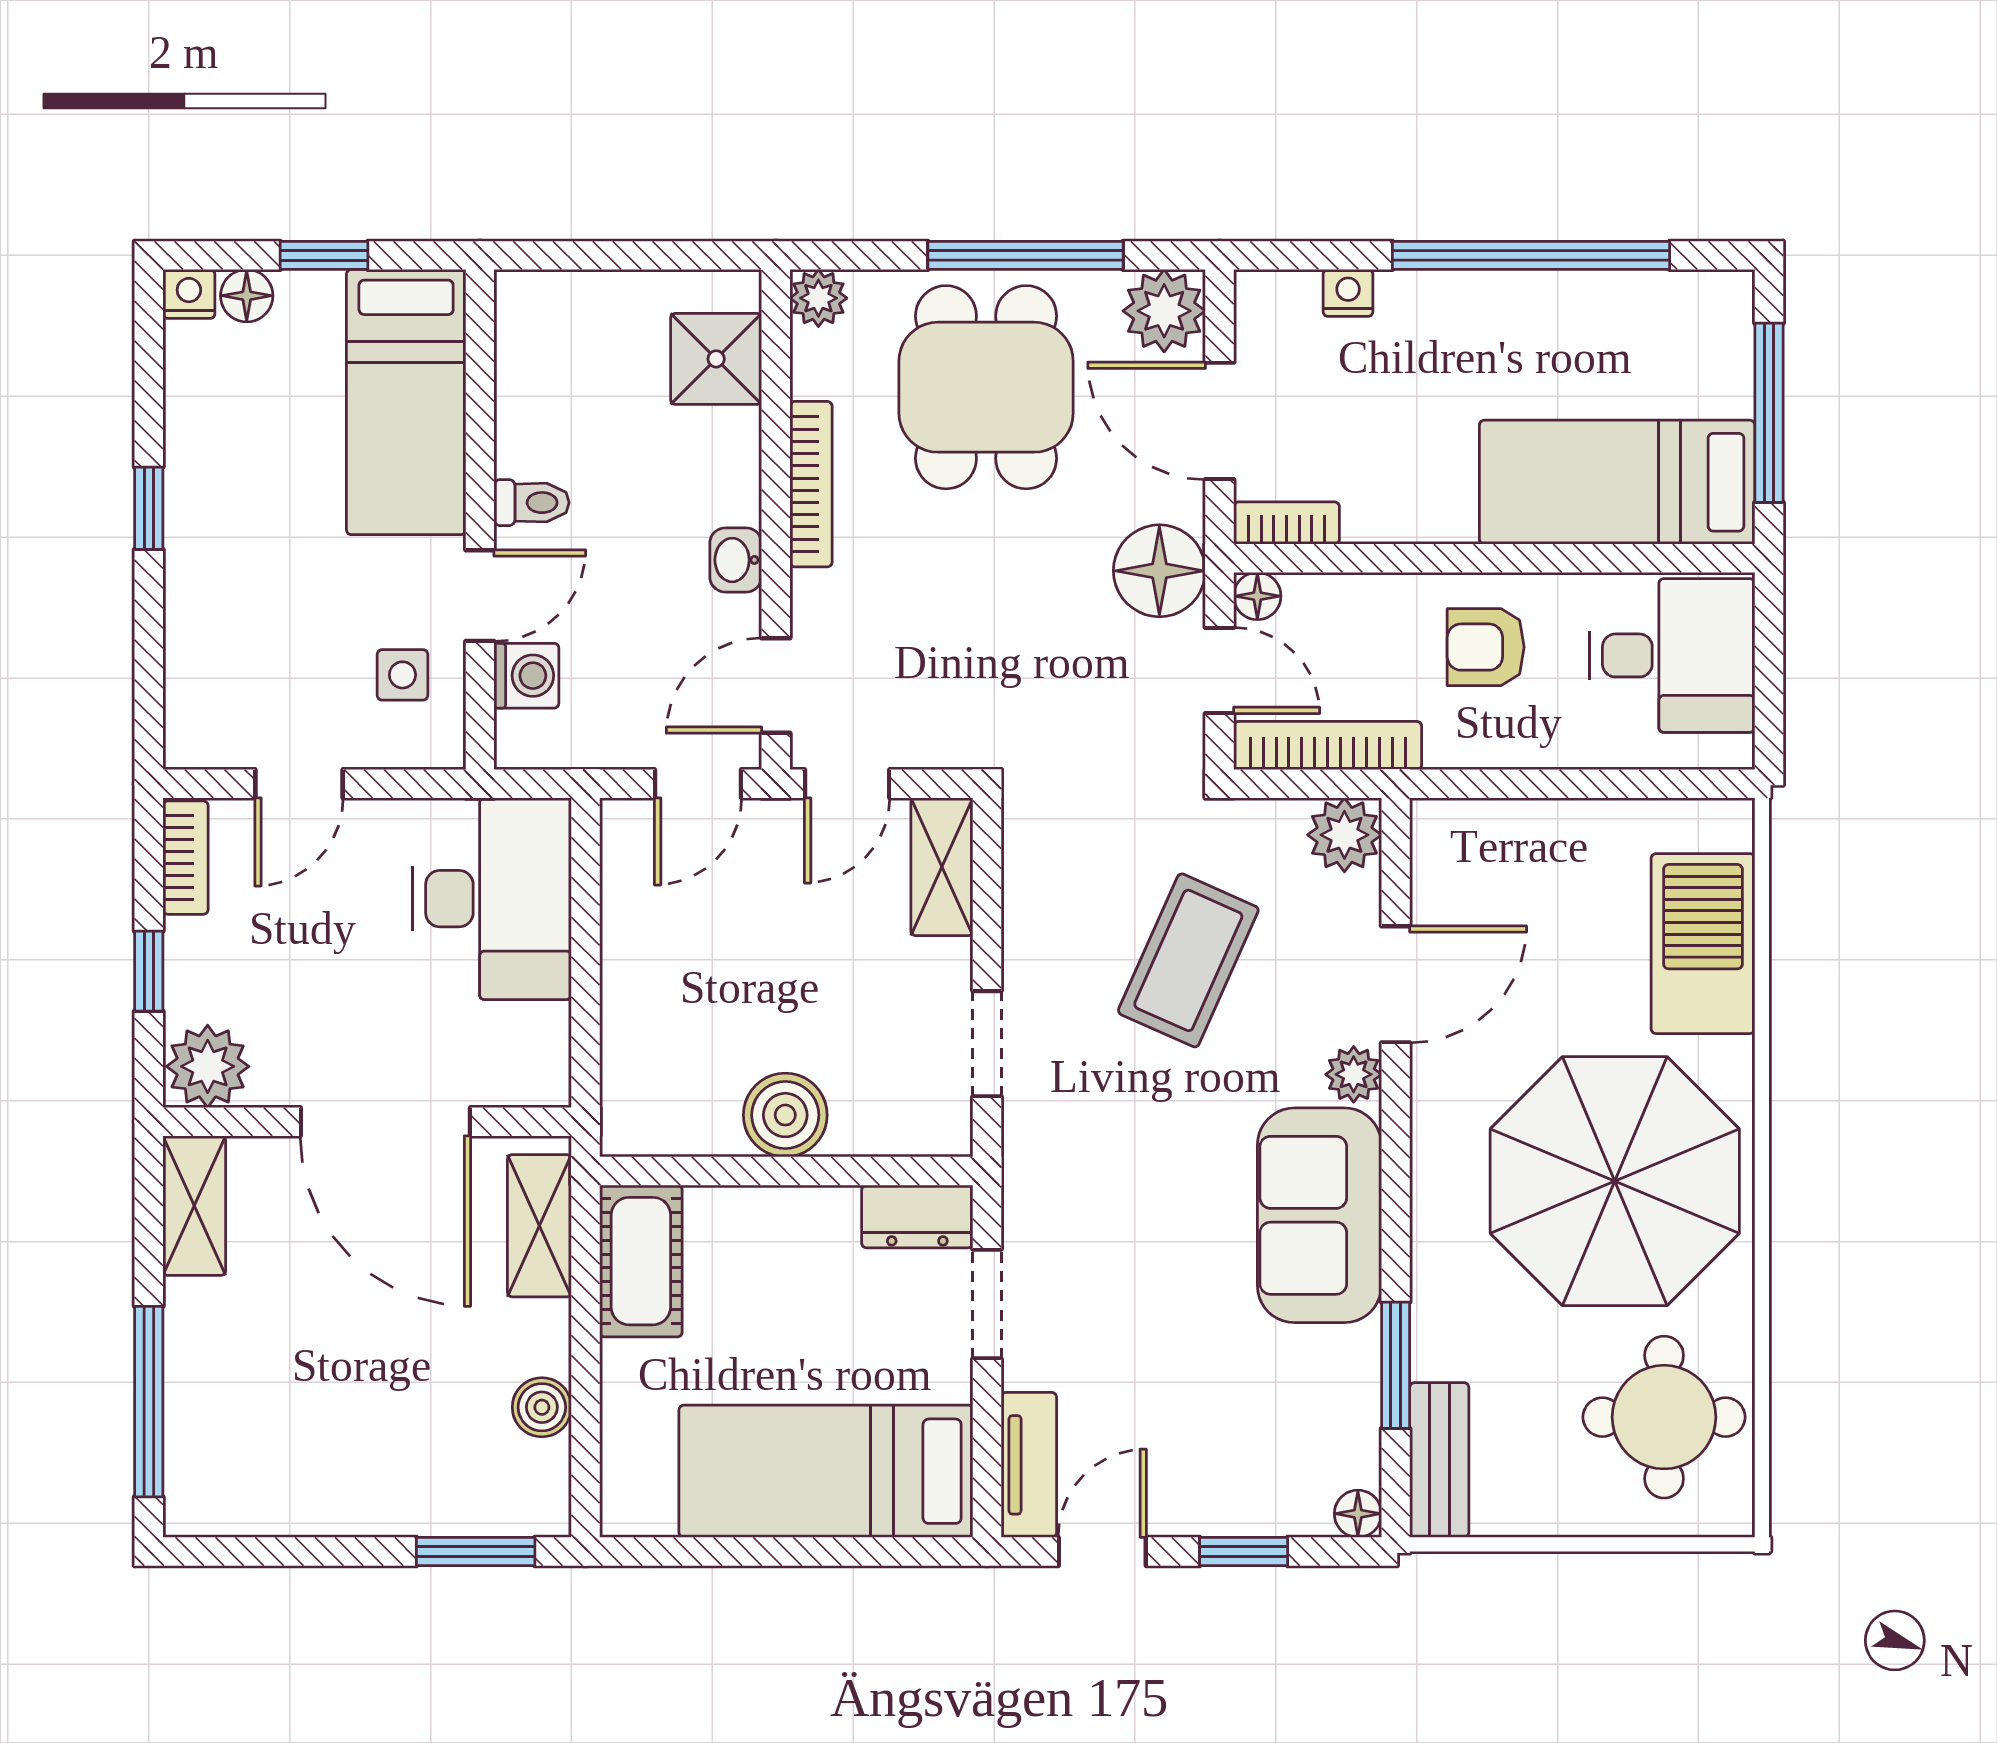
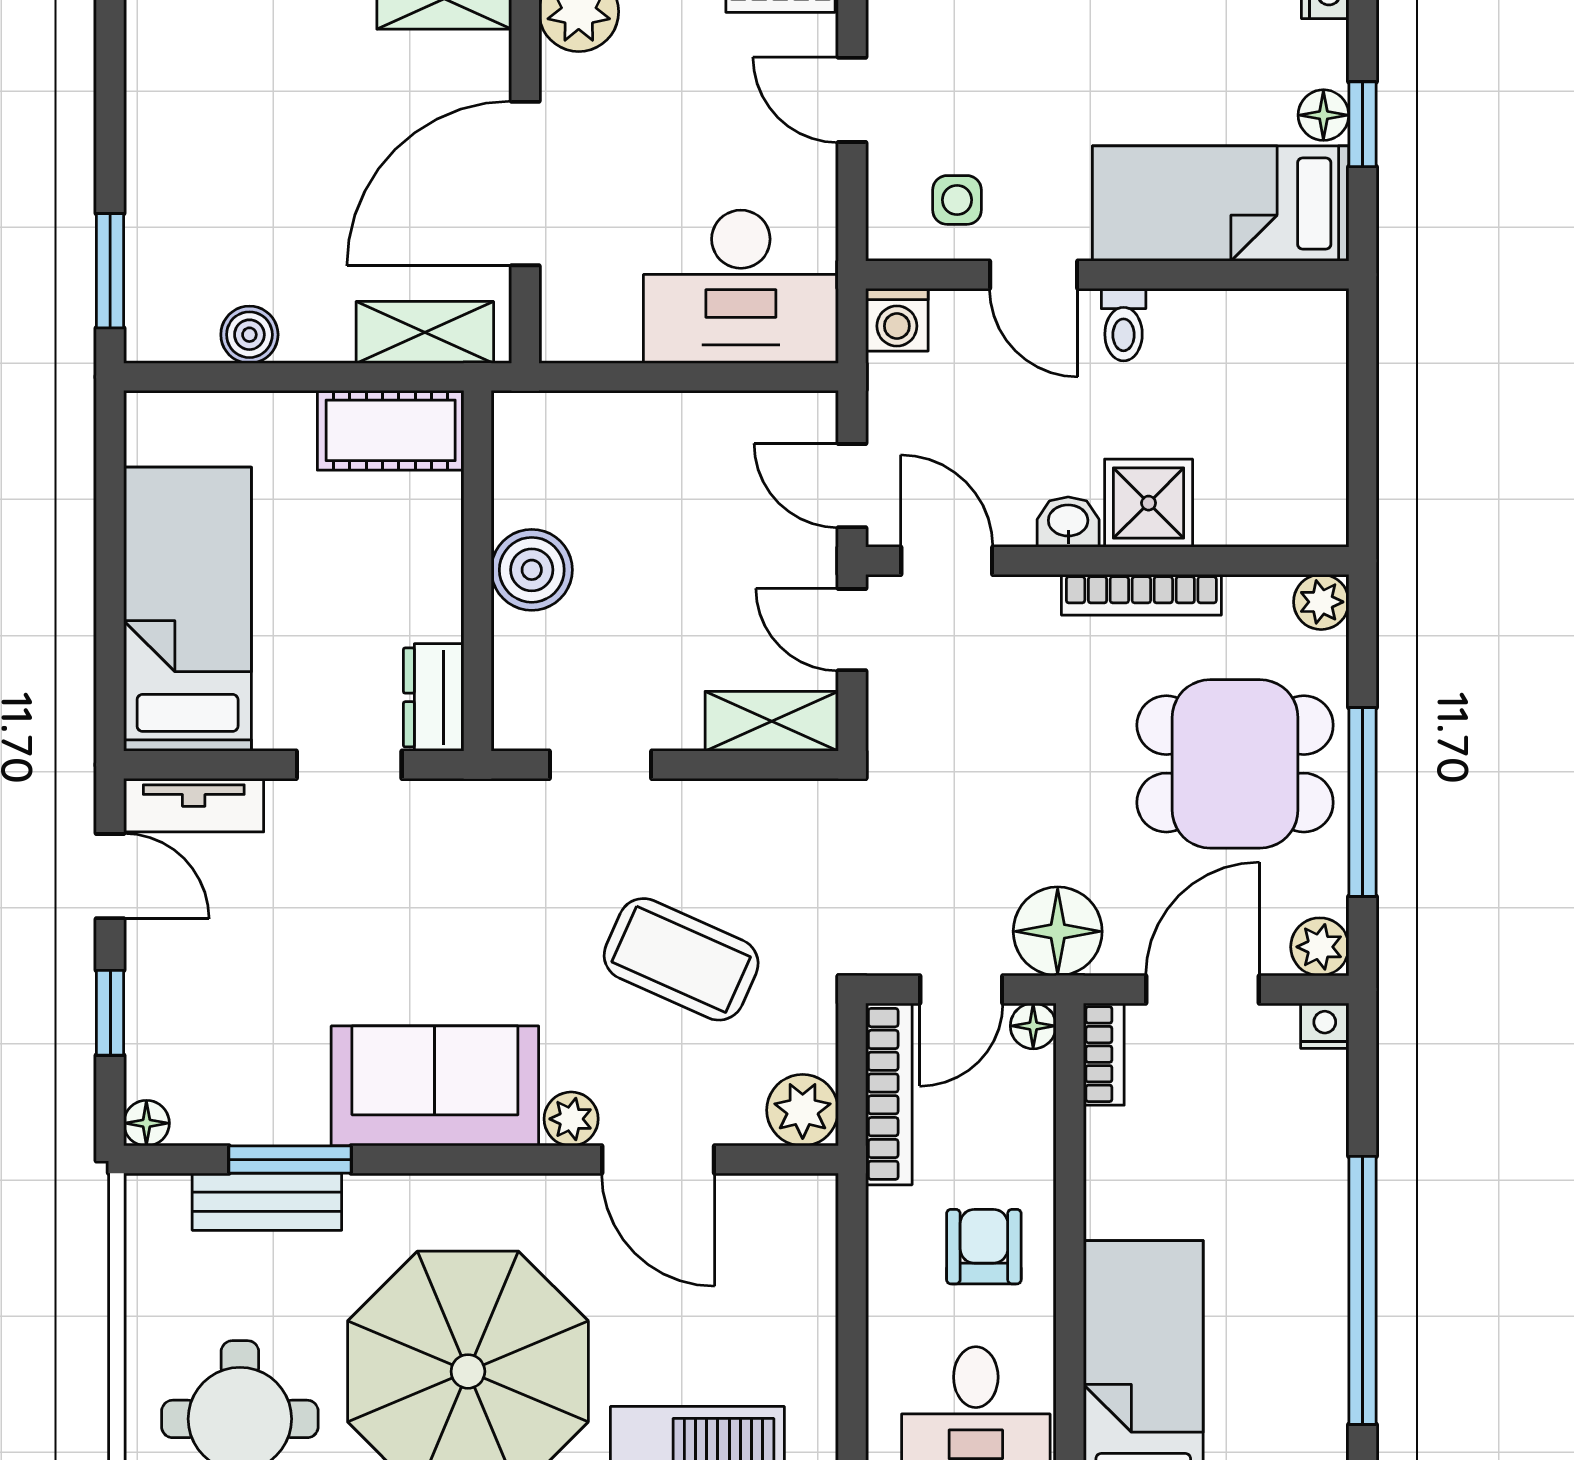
nightstand: (1348, 293) -> (1325, 1026), moved, turned -90
floor lamp: (247, 296) -> (1323, 115), moved
plant: (1164, 311) -> (1320, 947), width x0.73, depth x0.73
shower: (716, 359) -> (1149, 503), moved
washing machine: (526, 676) -> (897, 320), moved
bench: (1439, 1460) -> (267, 1202), moved

